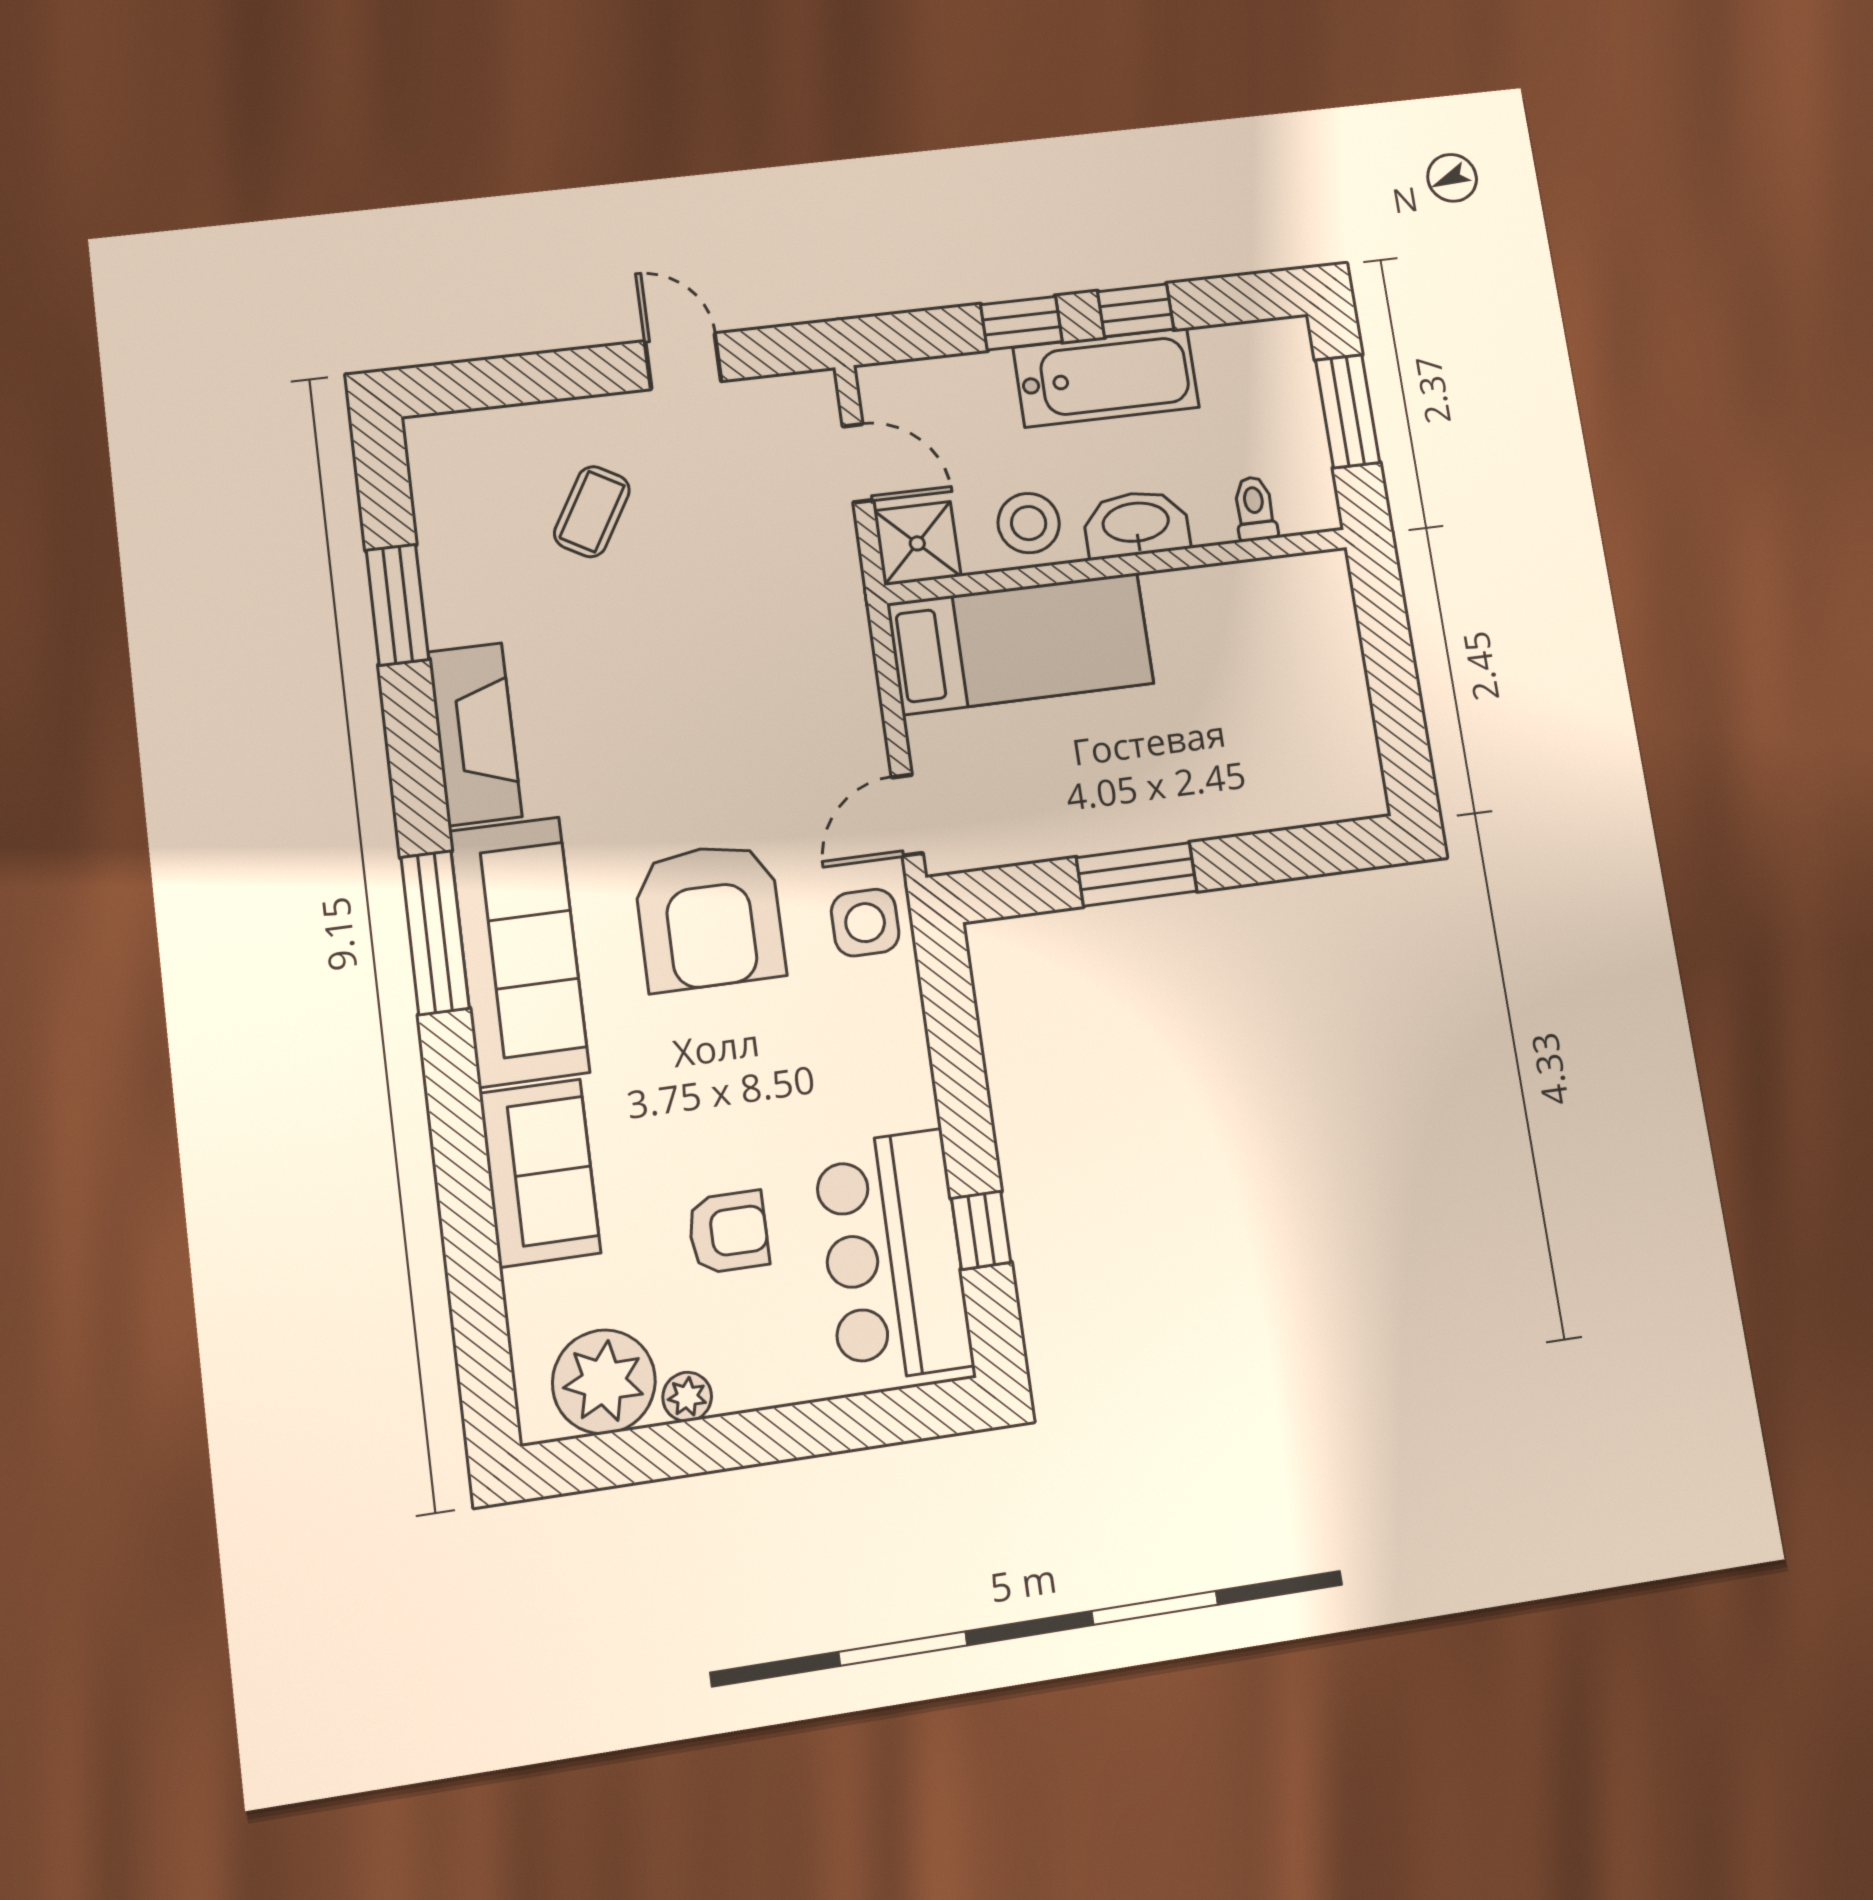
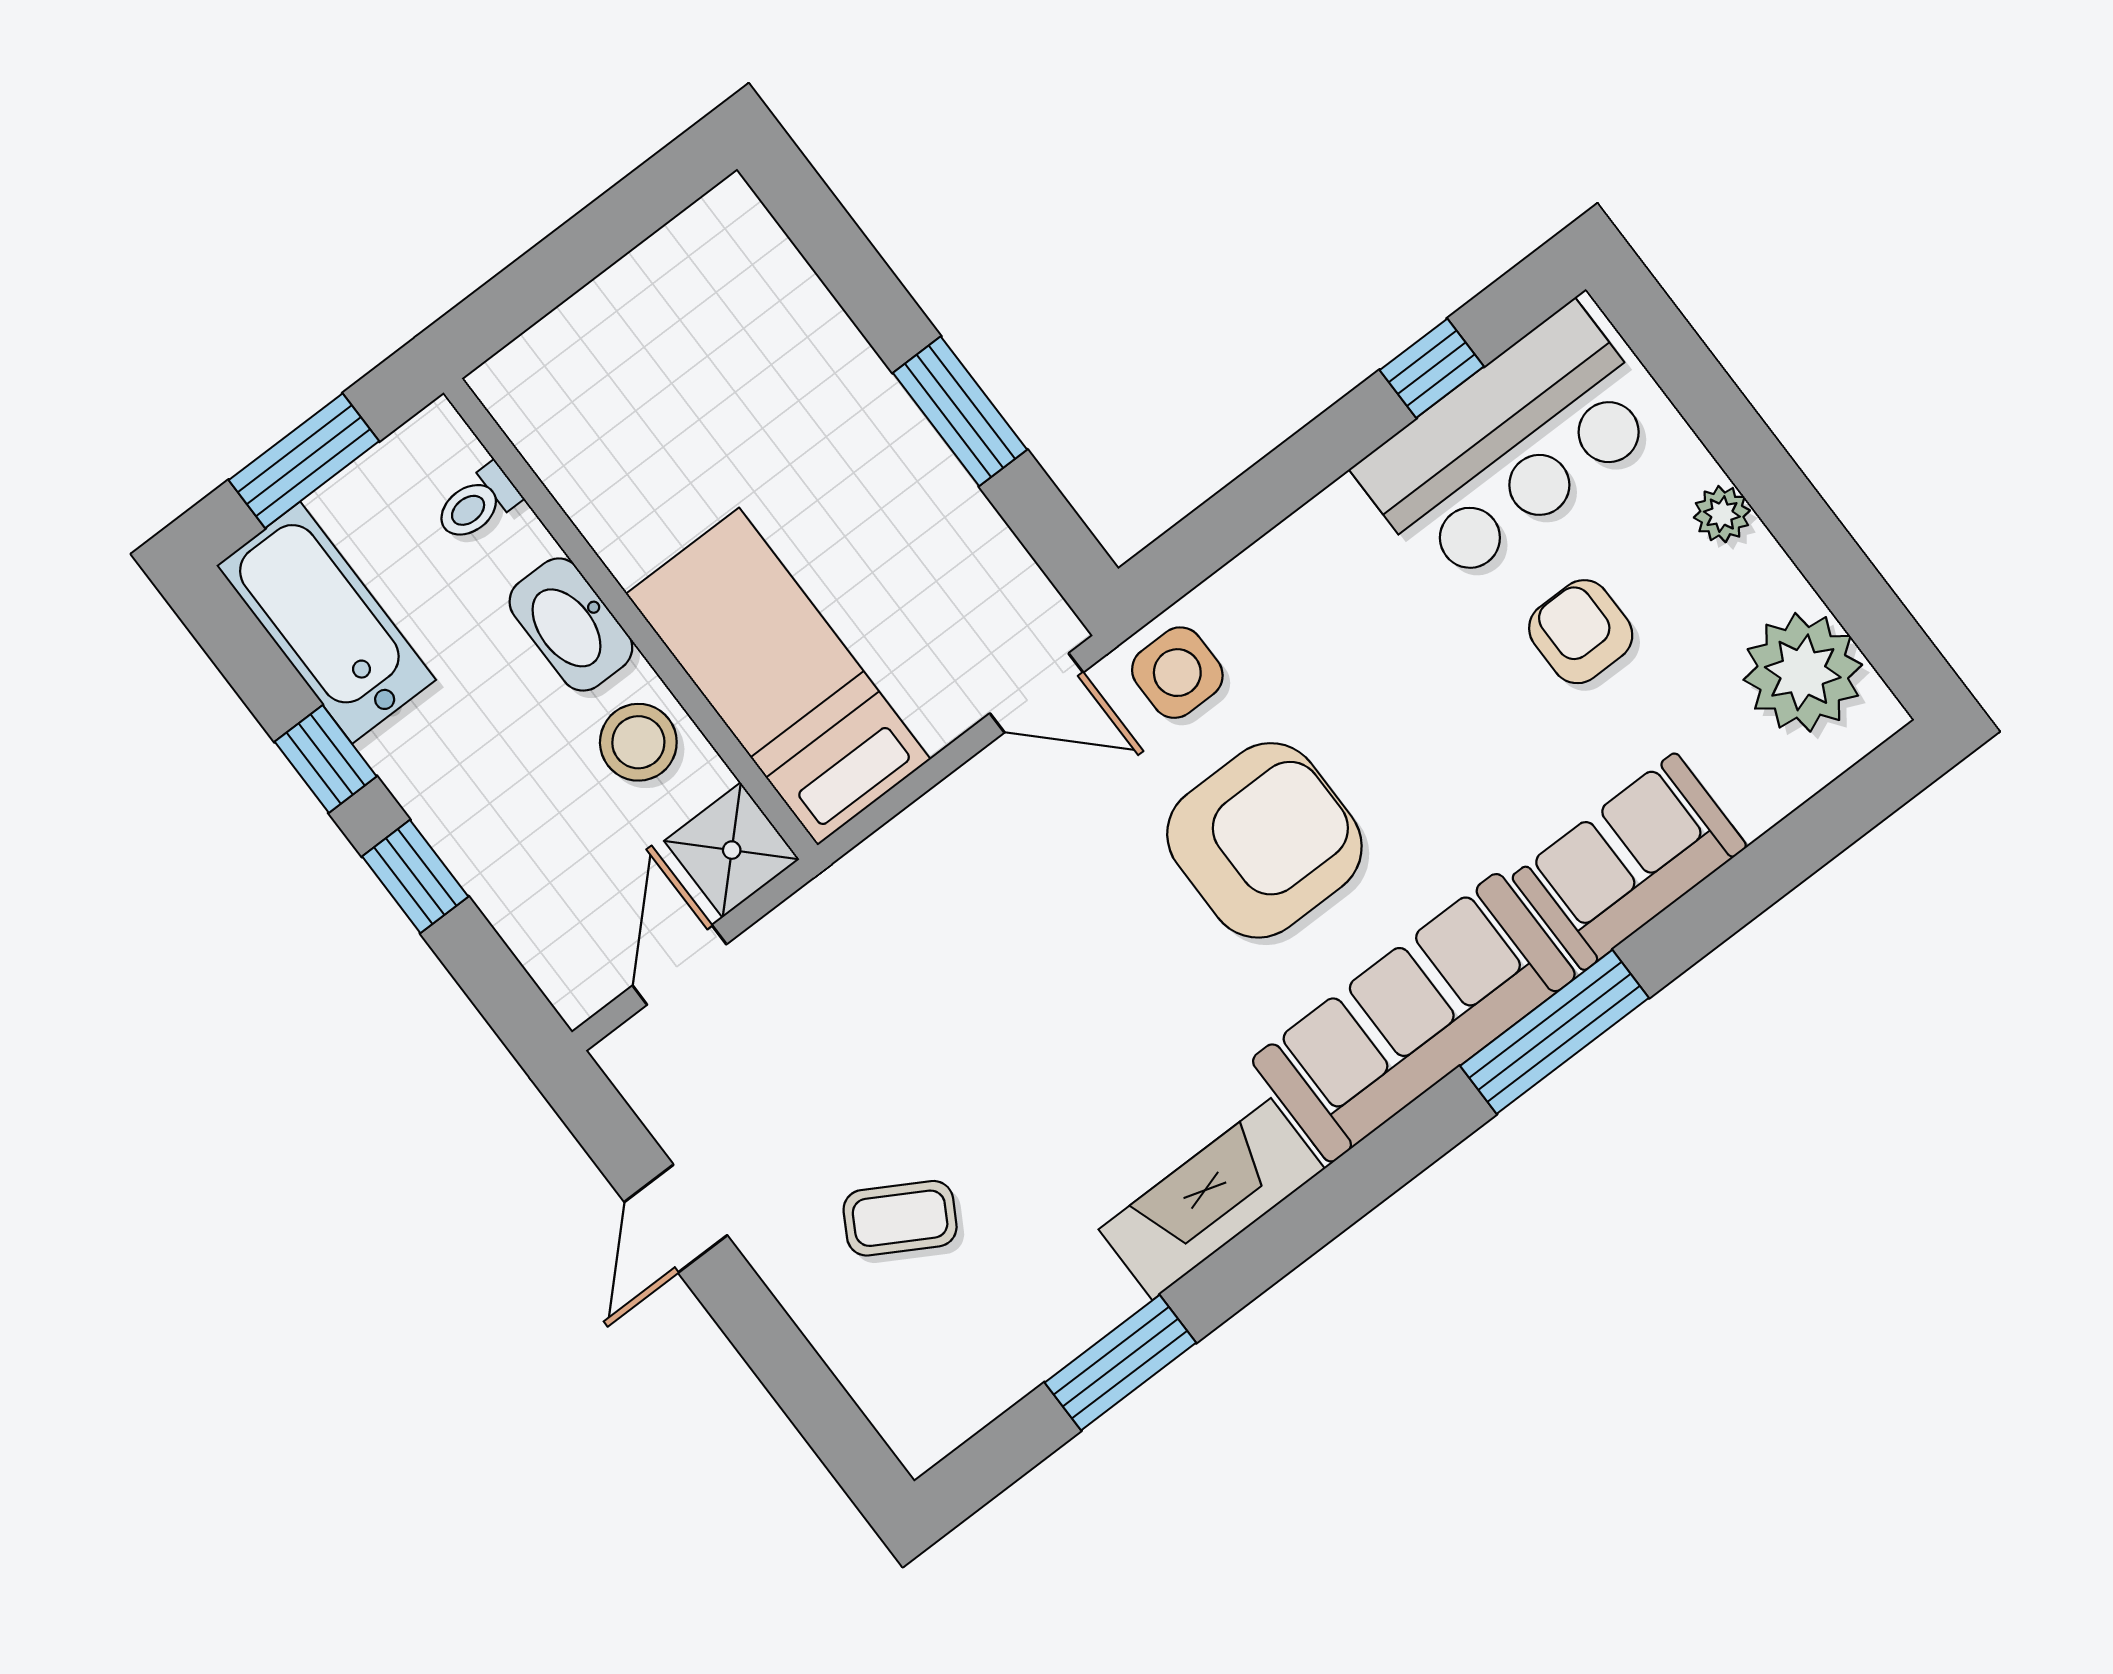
bathtub: (1106, 377) -> (326, 623), moved
window: (435, 933) -> (1555, 1032), moved
plant: (687, 1397) -> (1722, 514), moved

